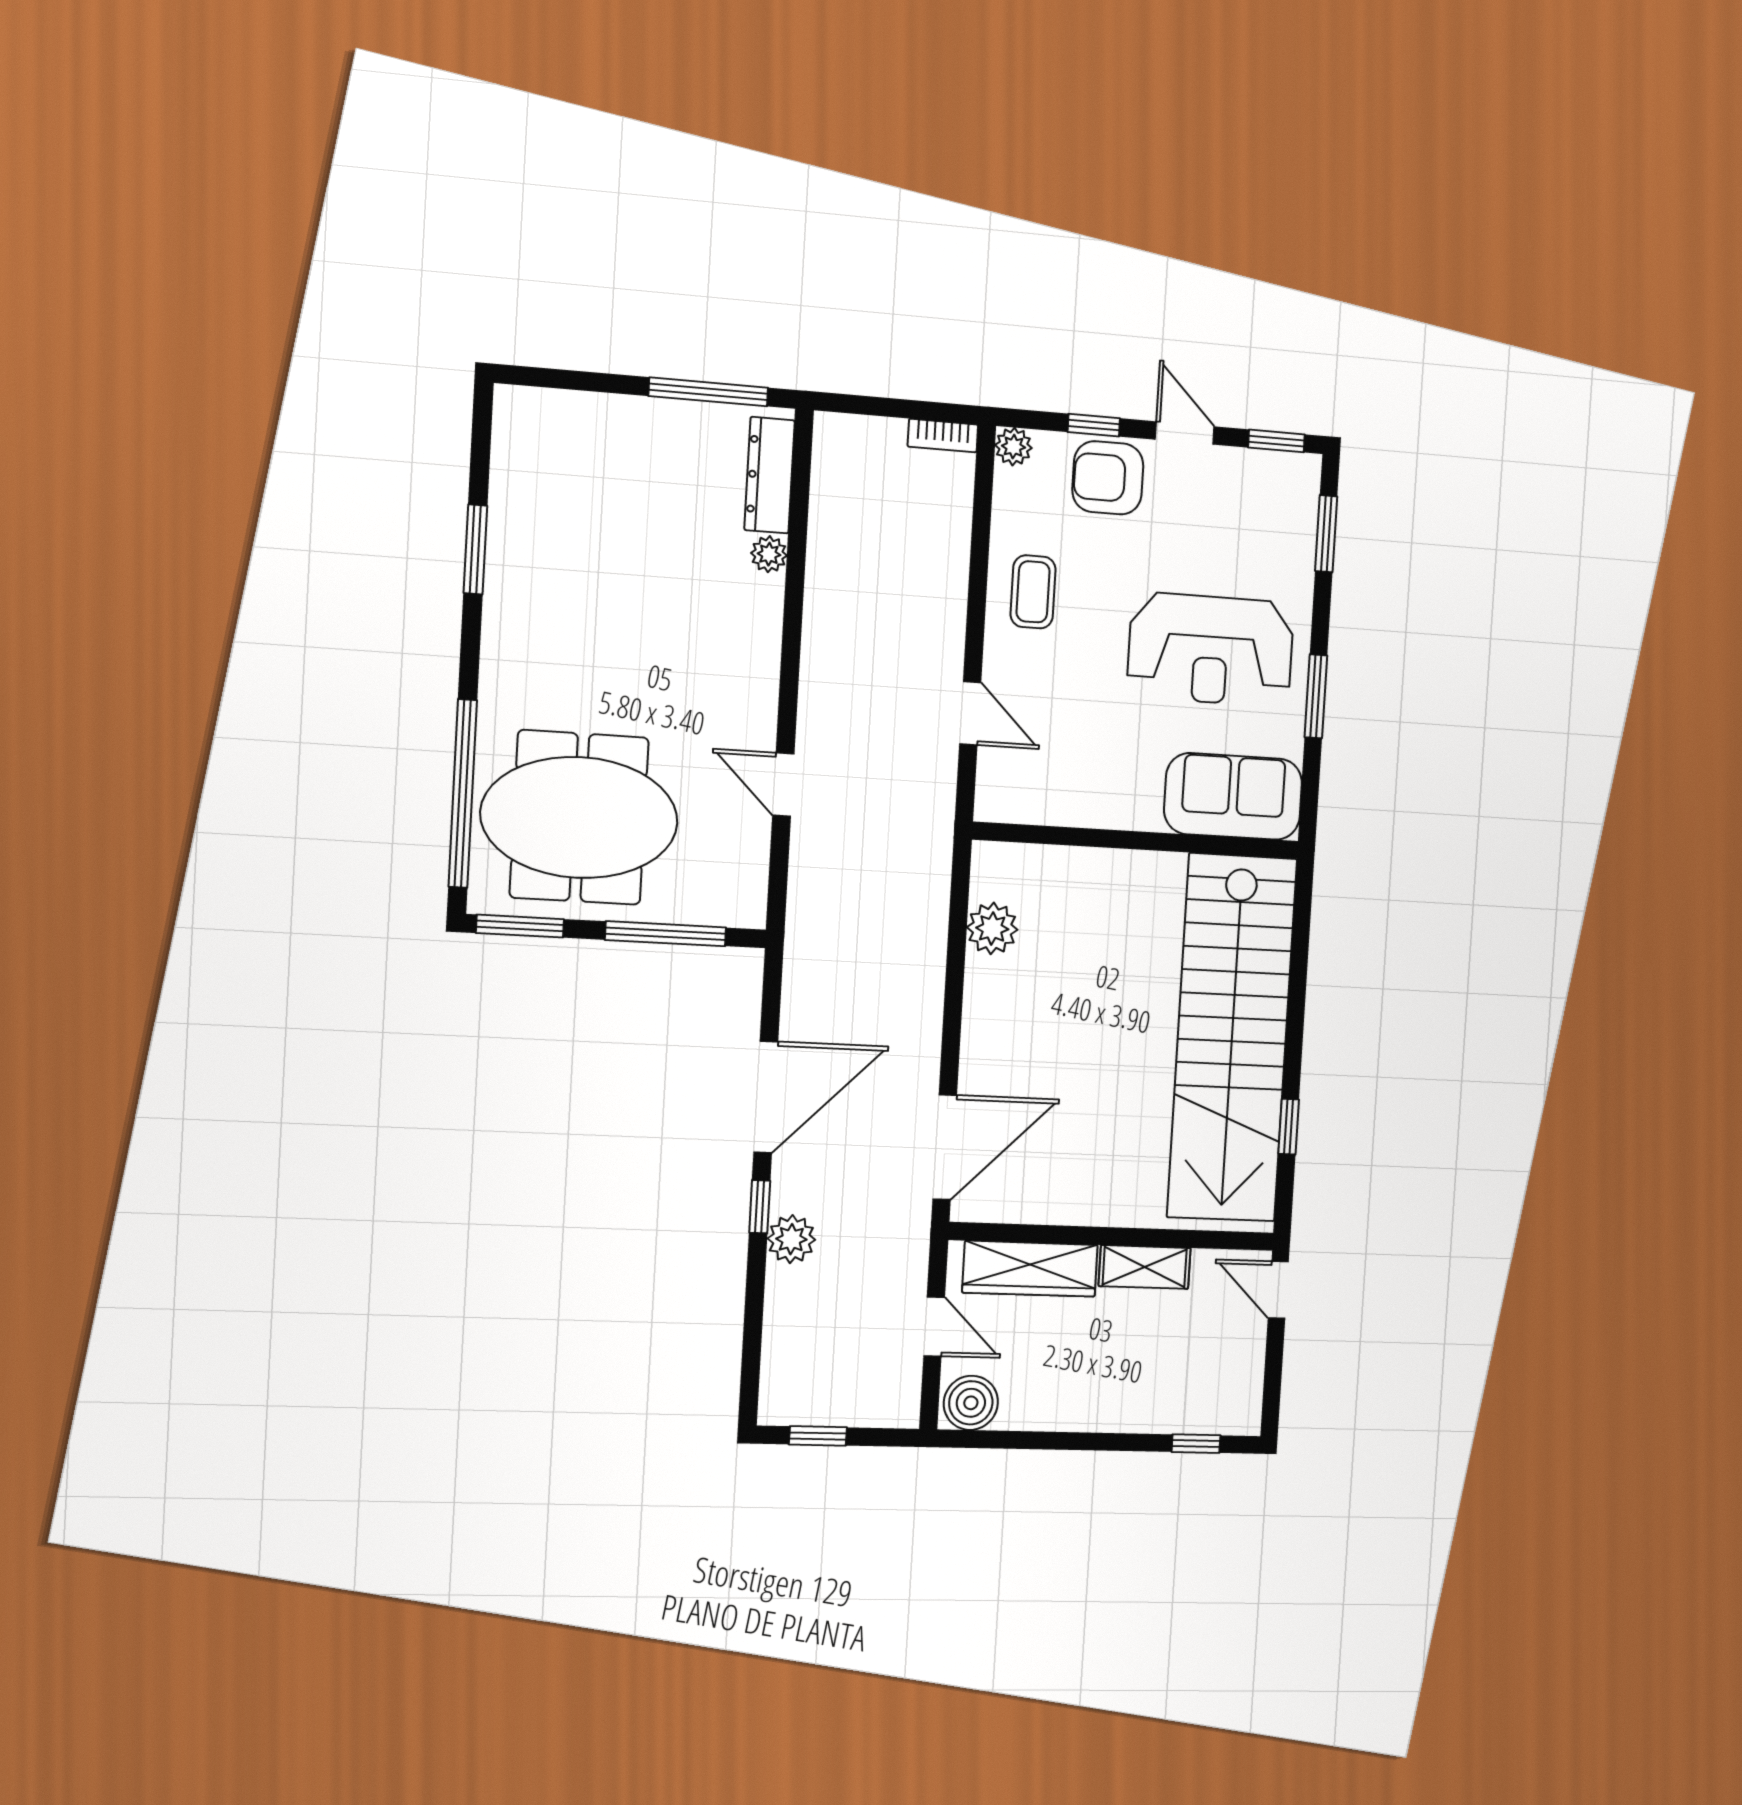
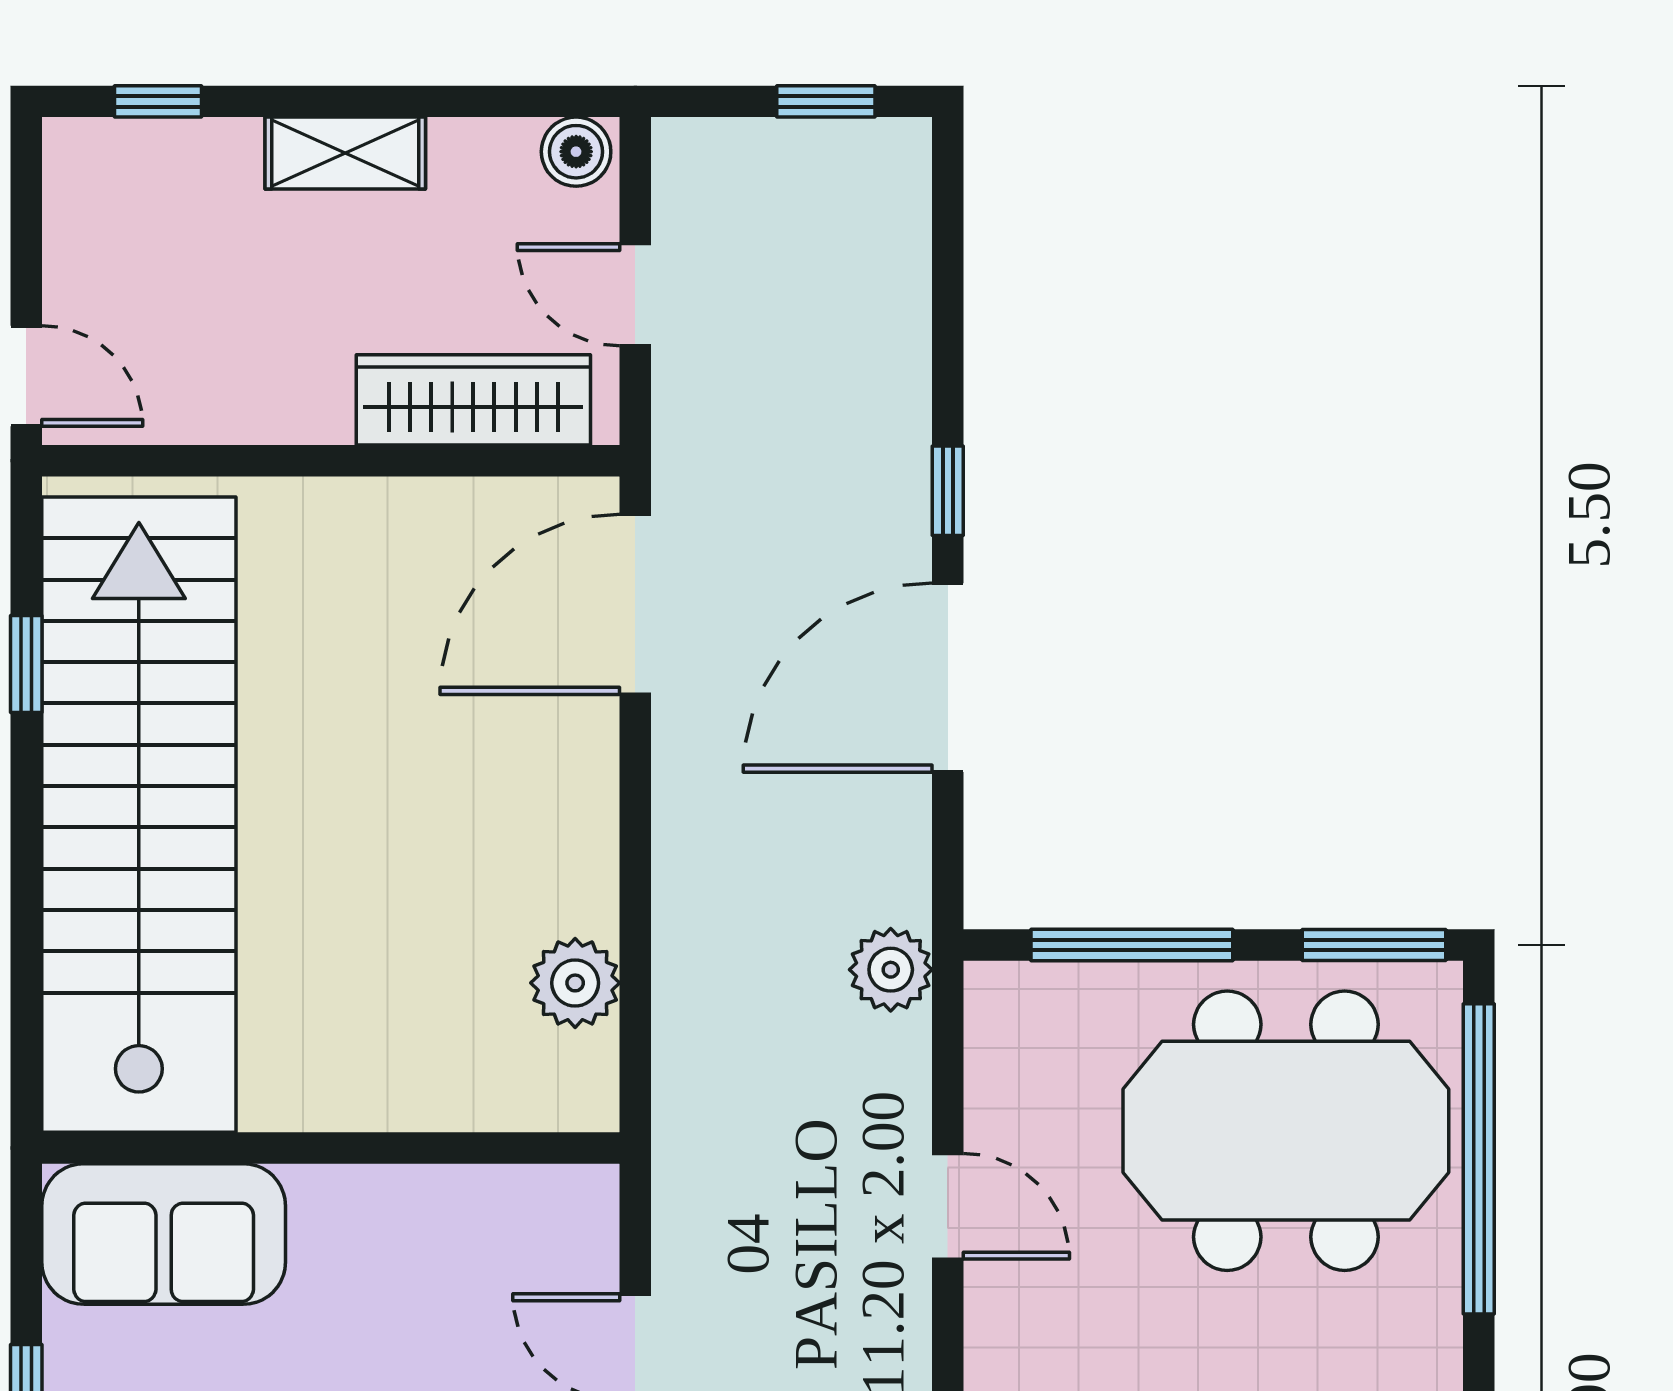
plant: (791, 1239) -> (891, 970), moved
shelving: (1145, 1267) -> (345, 153), moved
boiler: (971, 1403) -> (576, 152), width x0.73, depth x0.73

